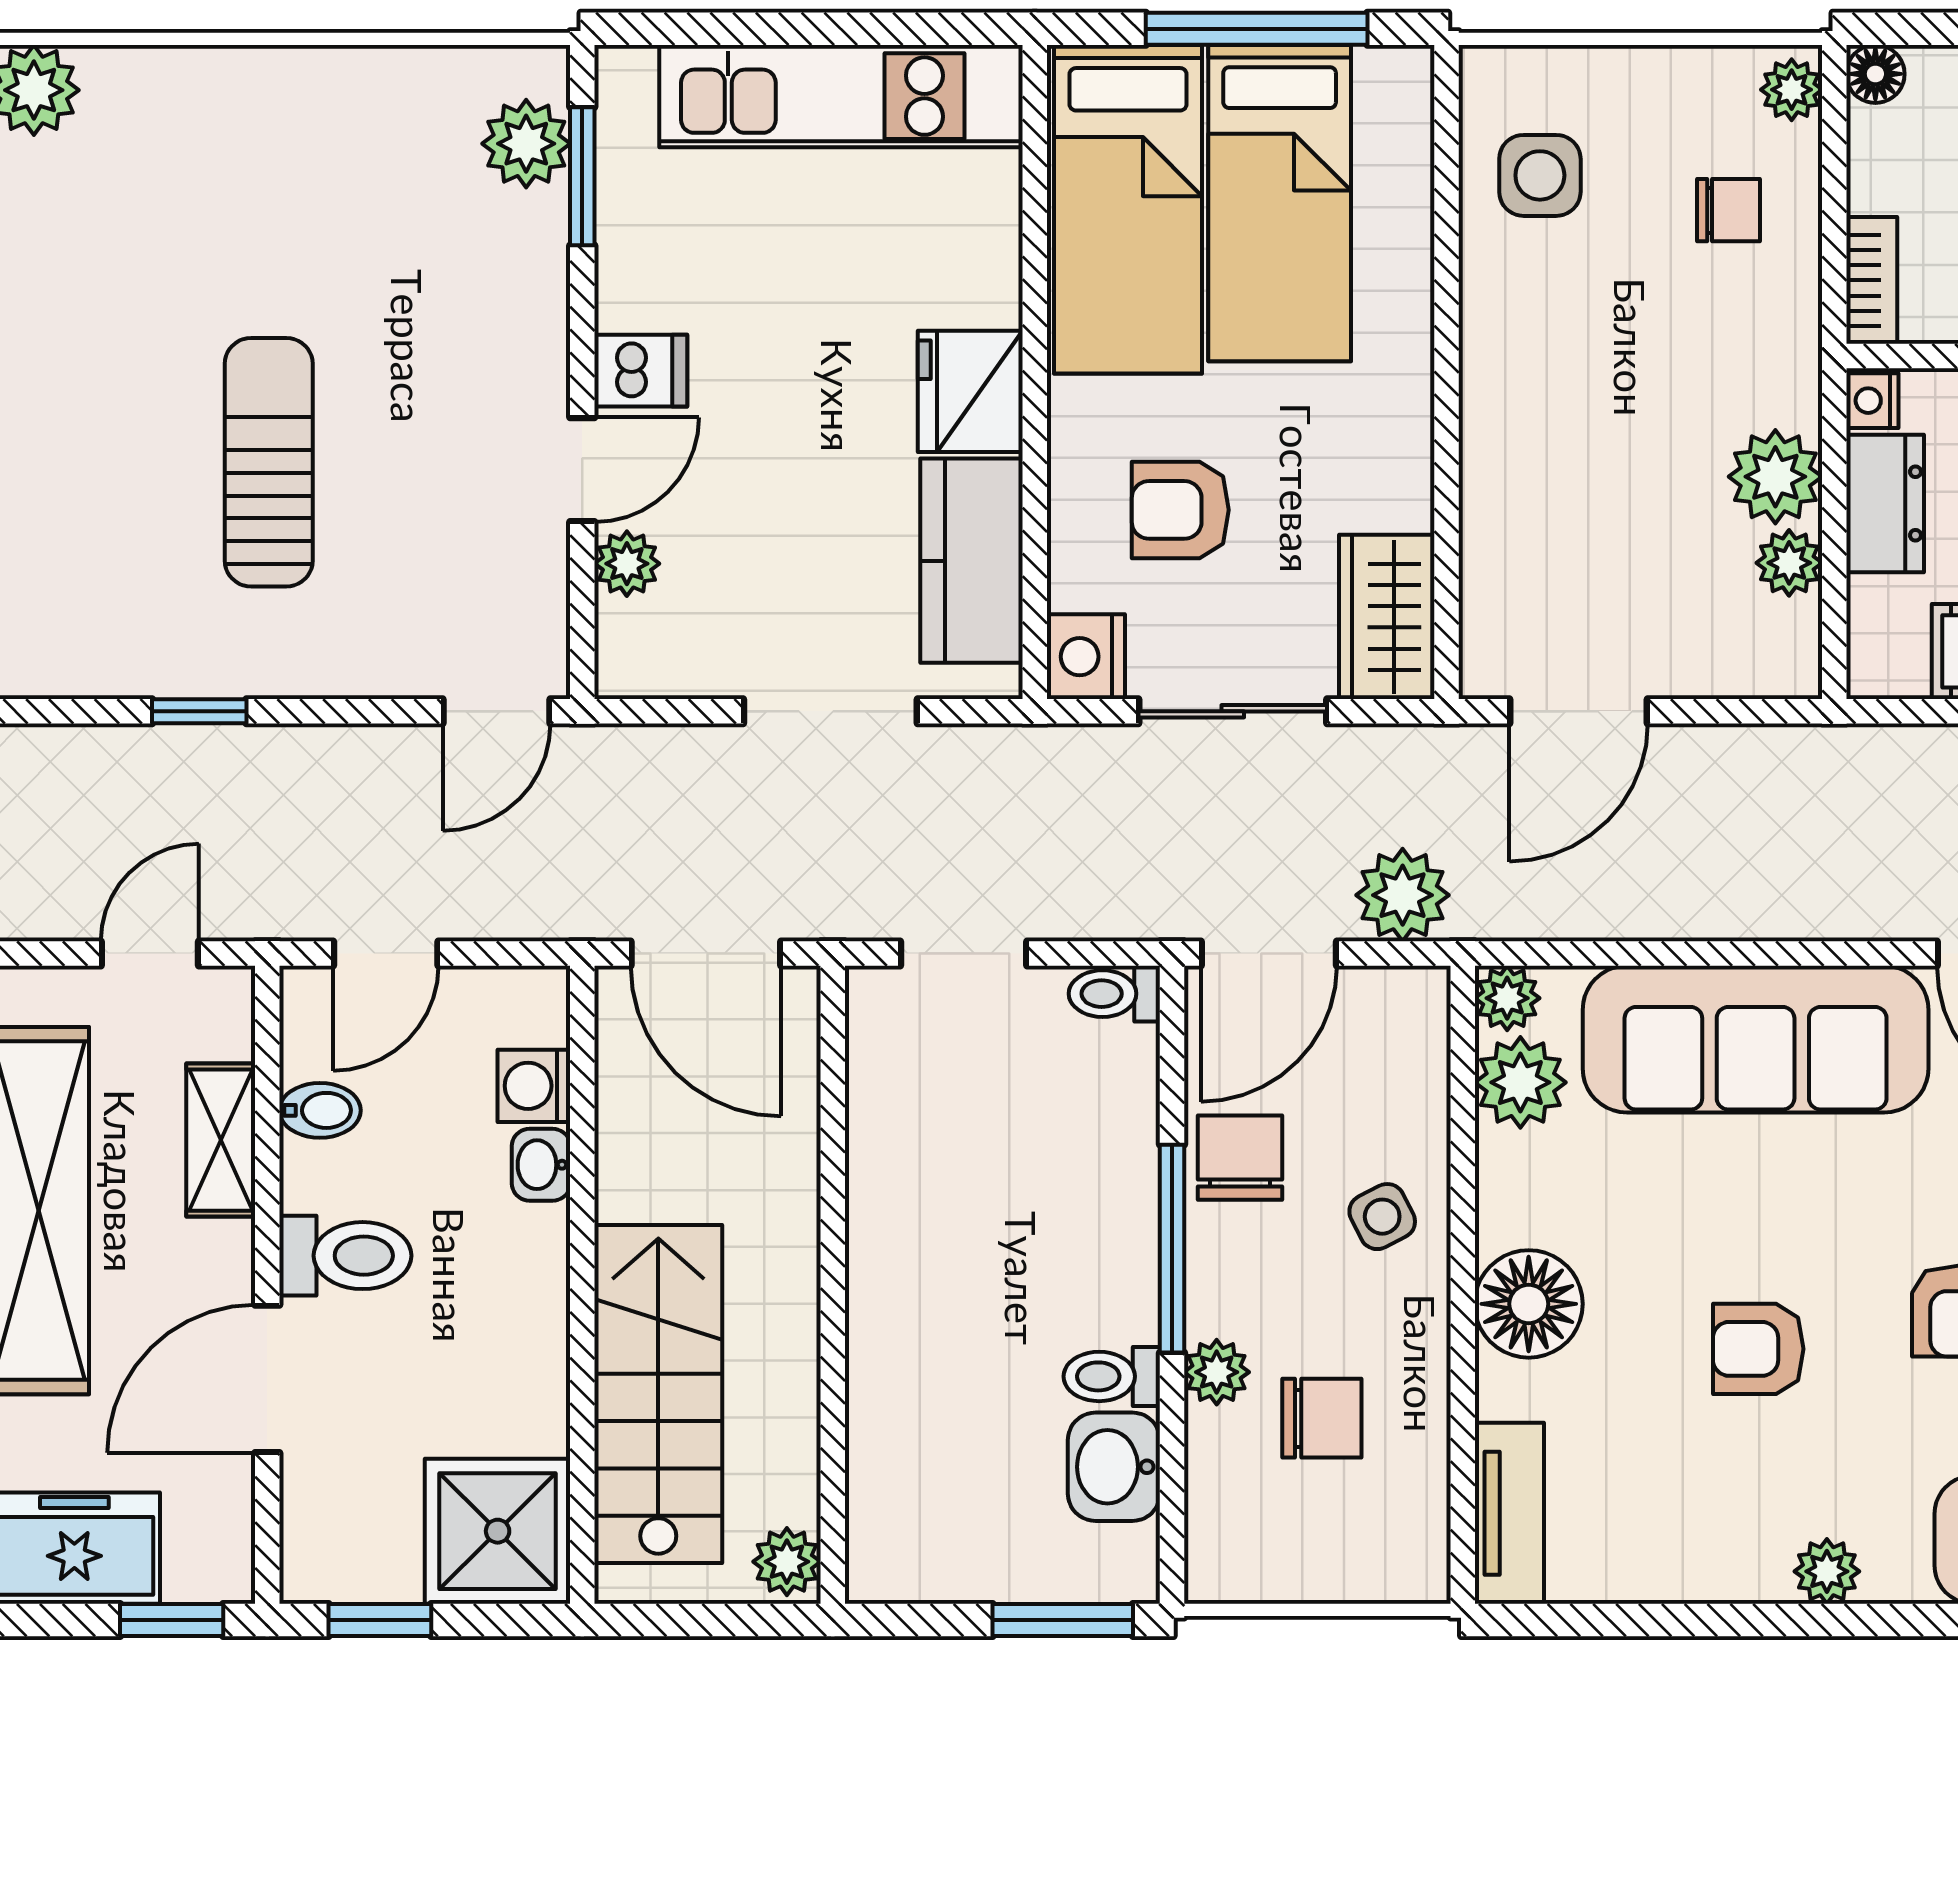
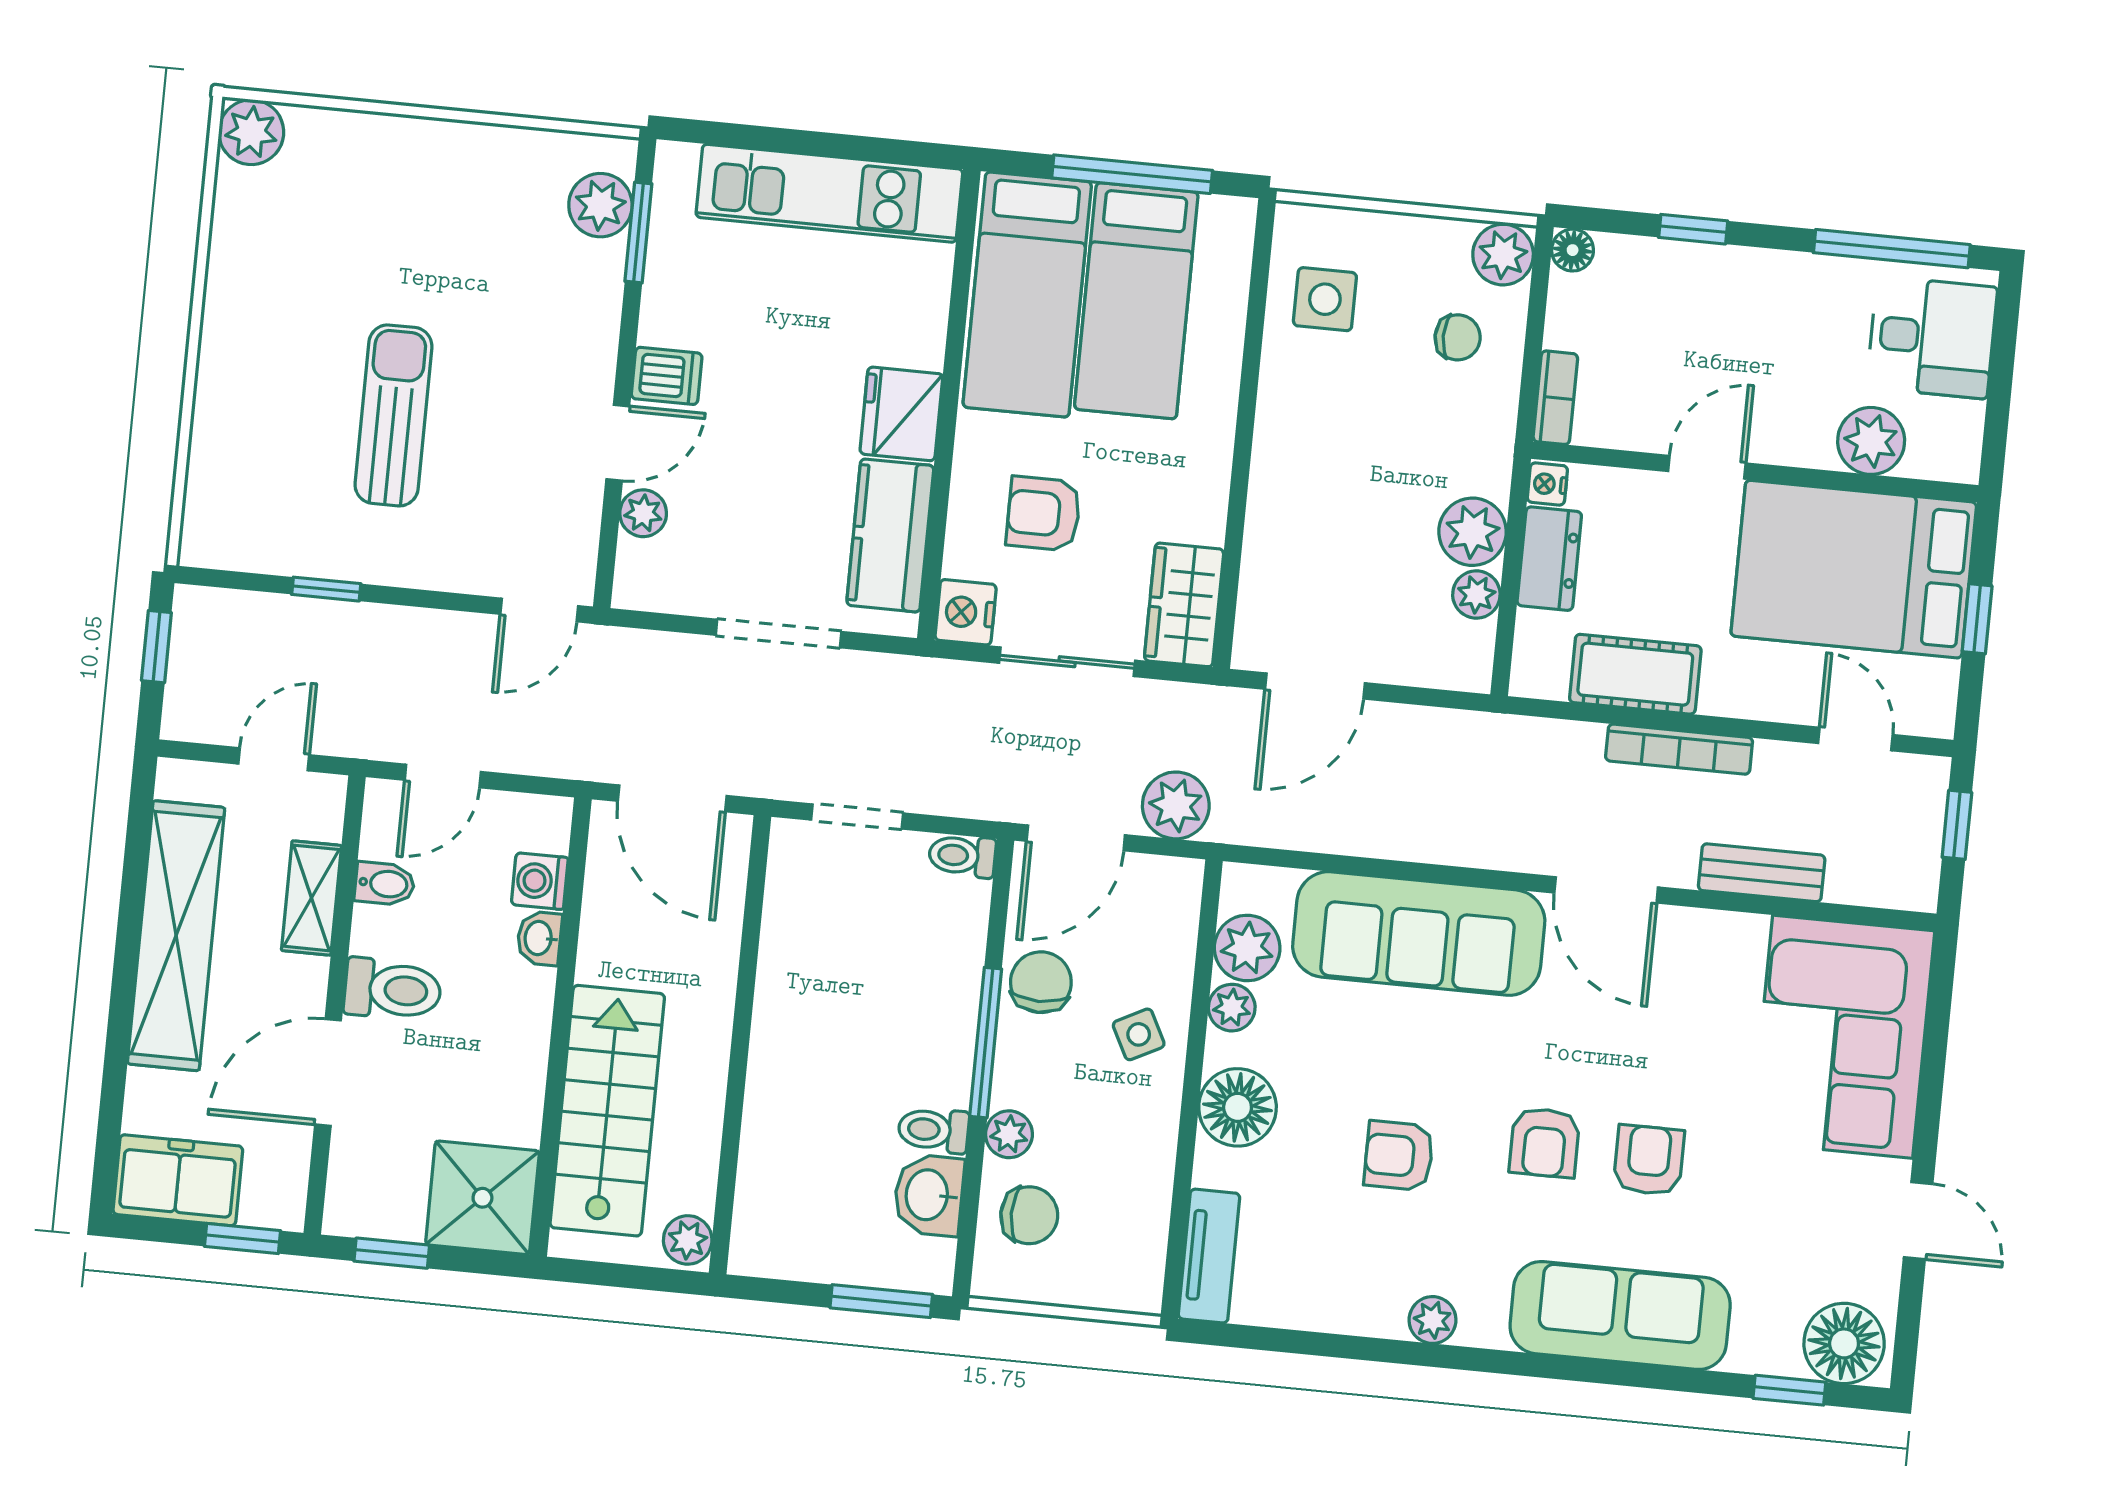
plant: (1792, 90) -> (1503, 255), width x1.38, depth x1.38
plant: (1507, 998) -> (1232, 1008), moved
chair: (1322, 1418) -> (1029, 1215), moved

